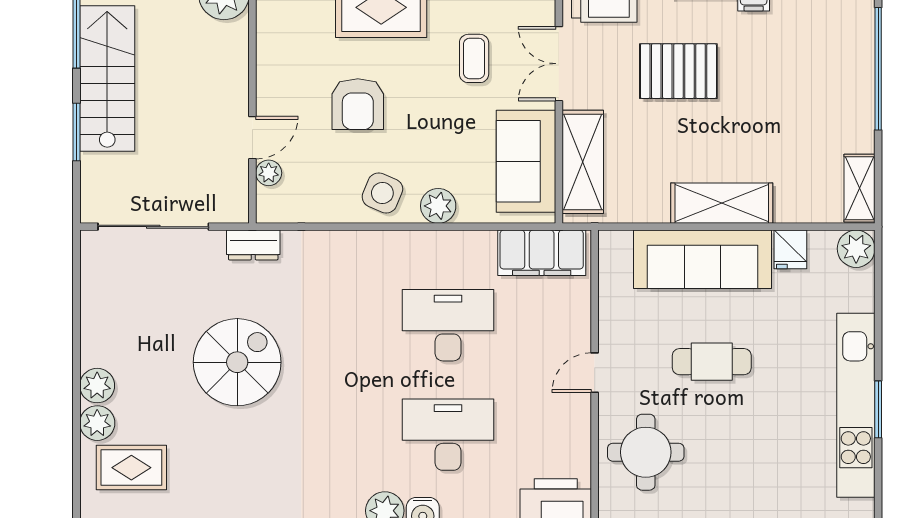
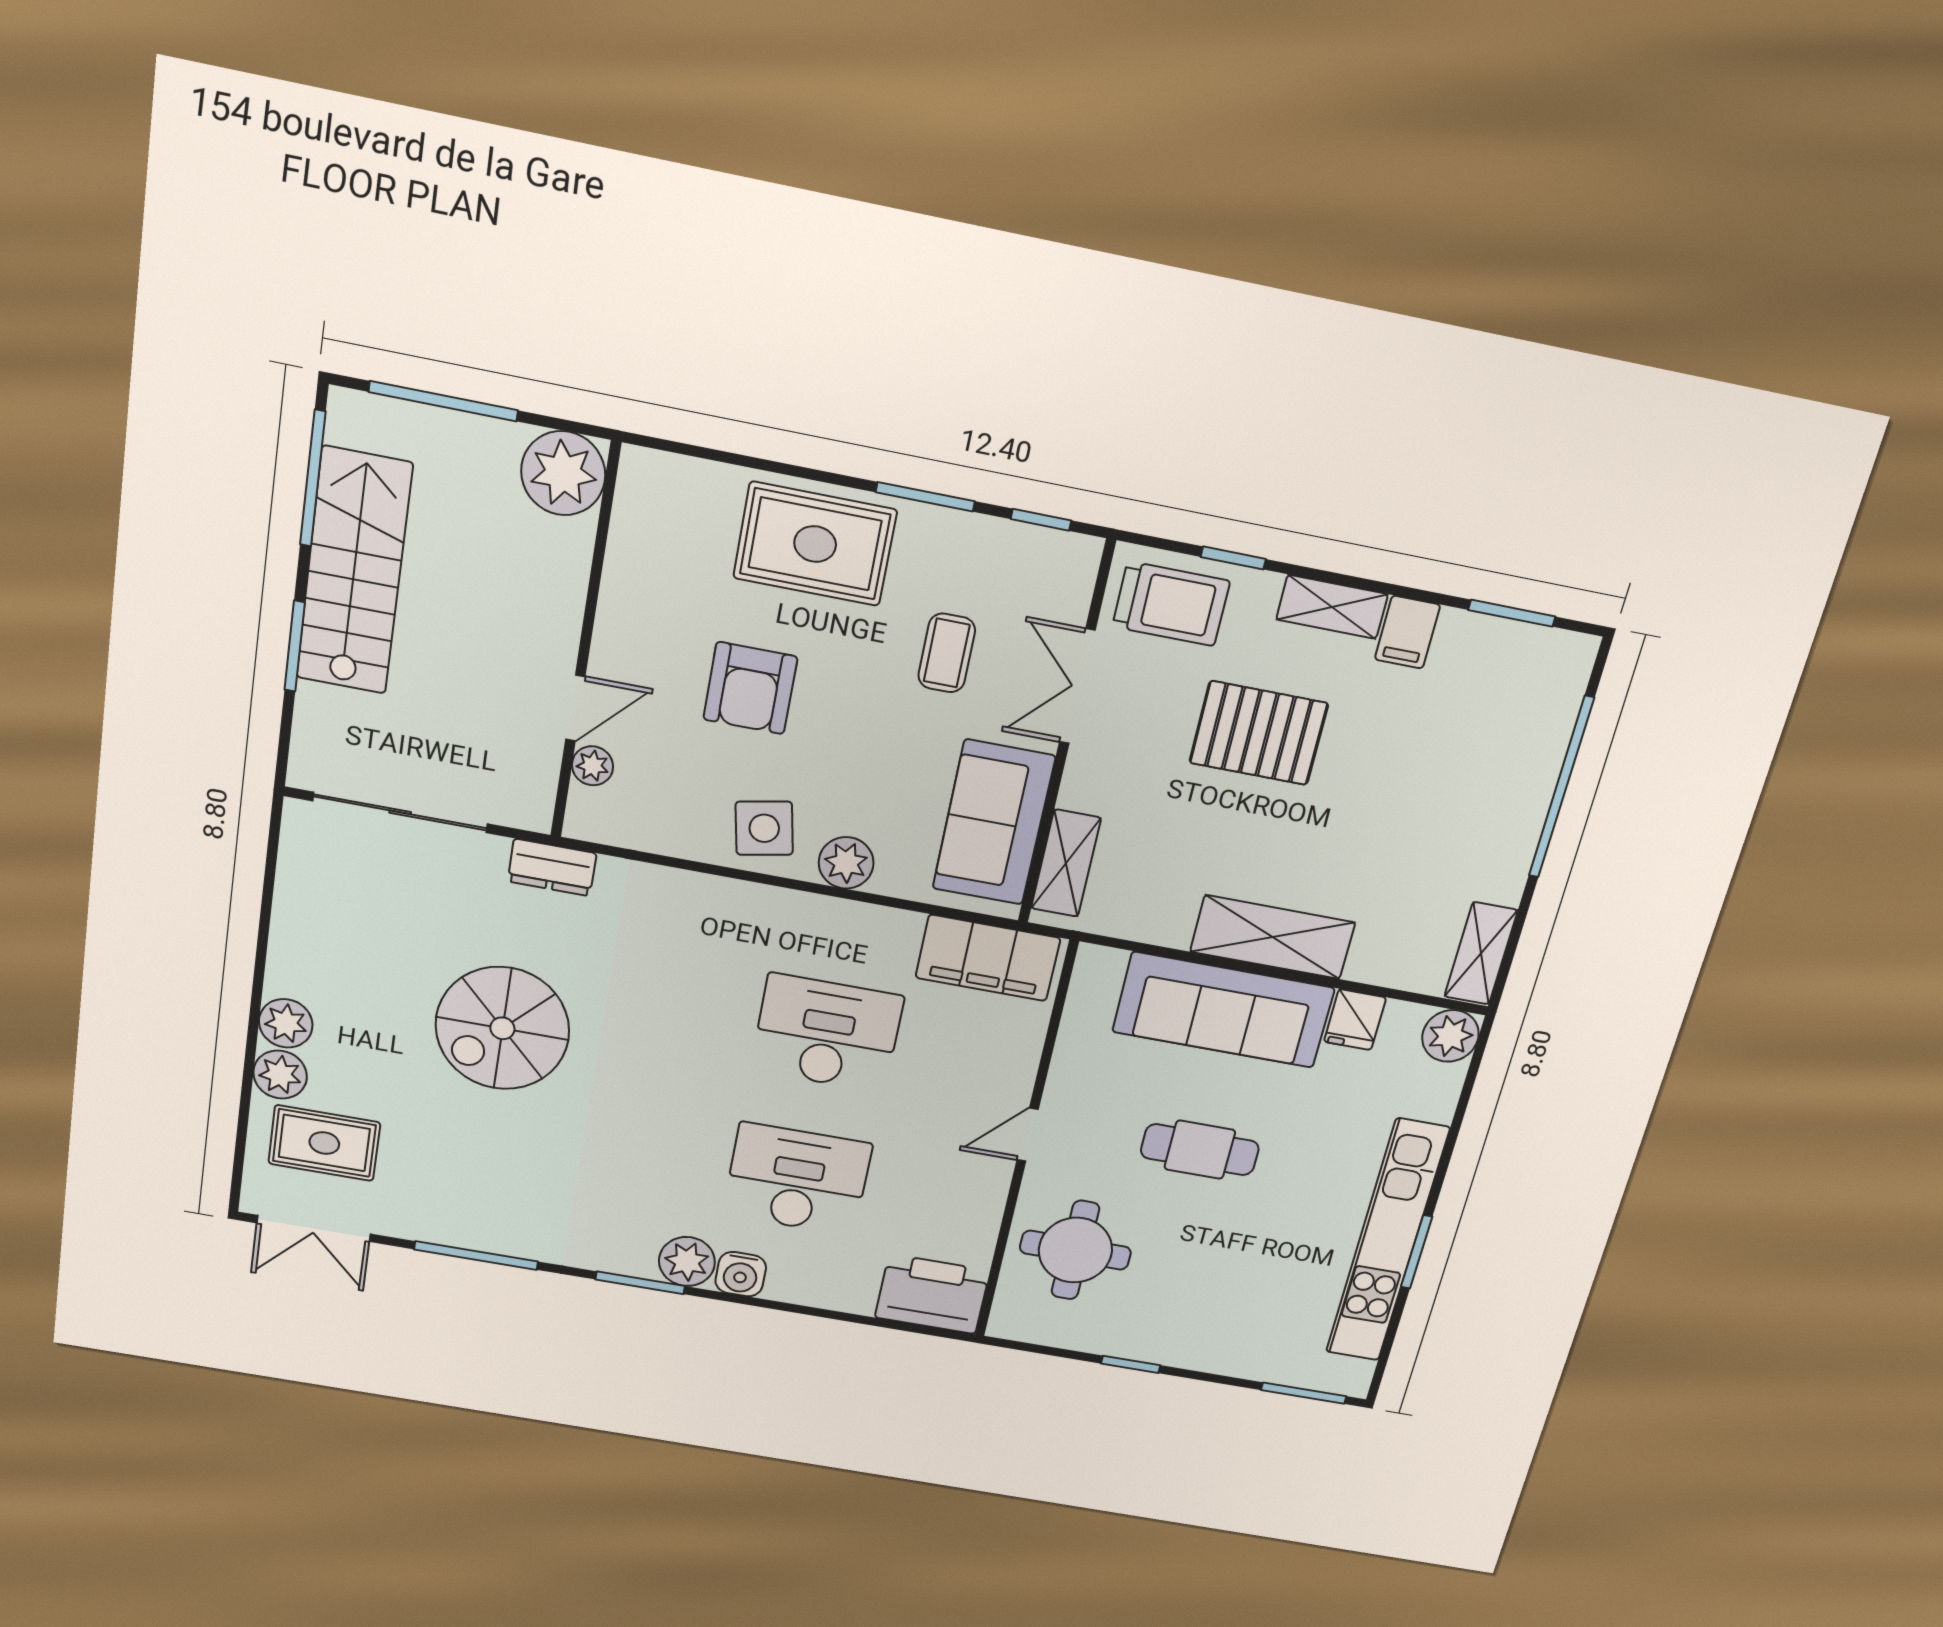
shelving: (583, 162) -> (1066, 863), width x0.67, depth x0.75
side table: (382, 193) -> (764, 828), turned -34
spiral stairs: (237, 362) -> (502, 1028), turned 180

